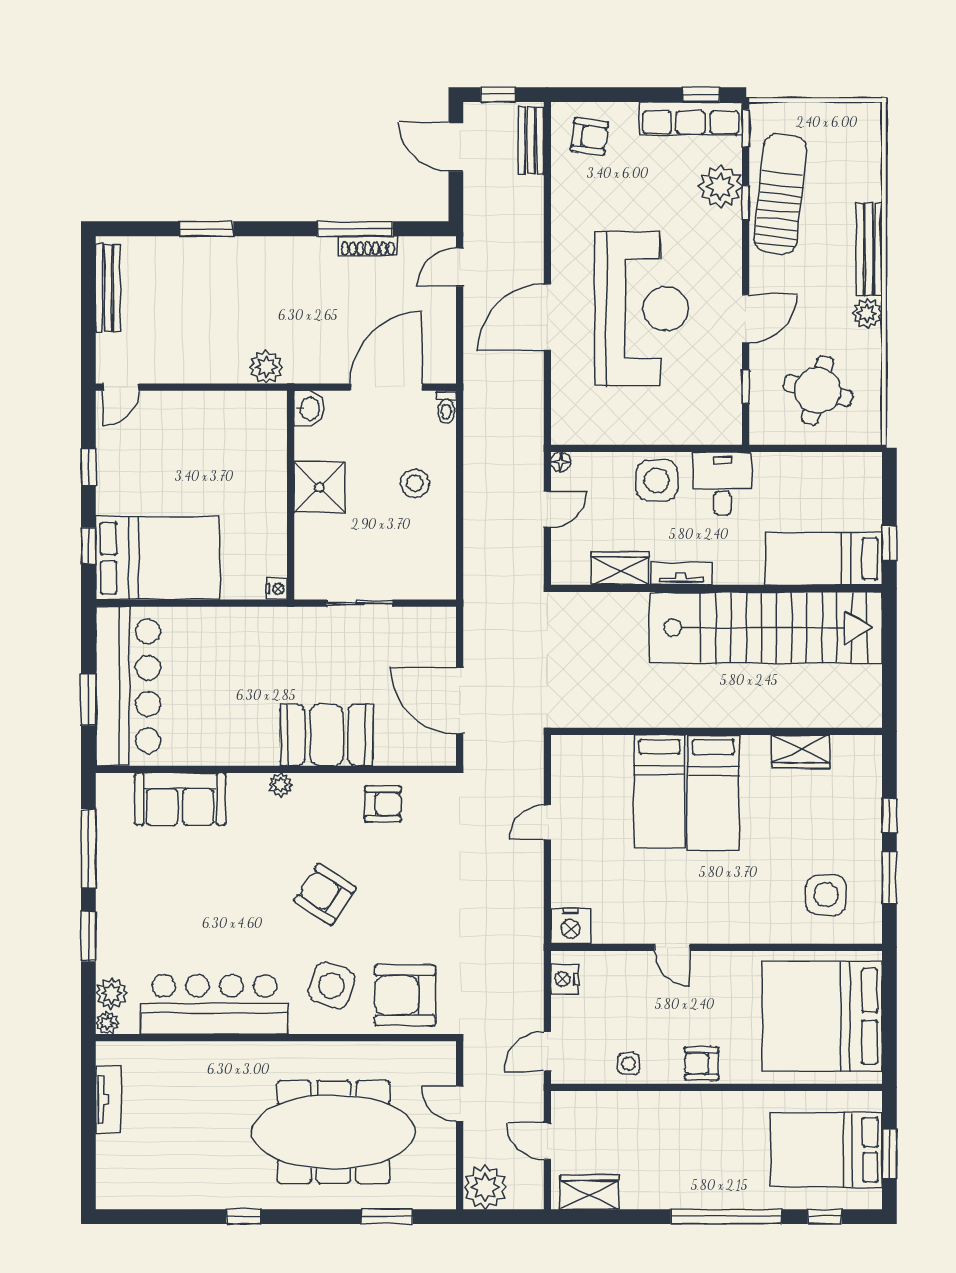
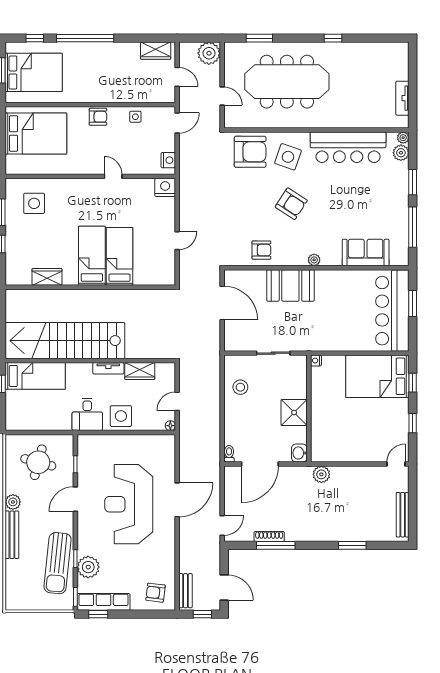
stool: (415, 483) -> (240, 387), moved
armchair: (383, 804) -> (261, 250), turned 180
bed: (822, 1016) -> (36, 133), width x0.73

